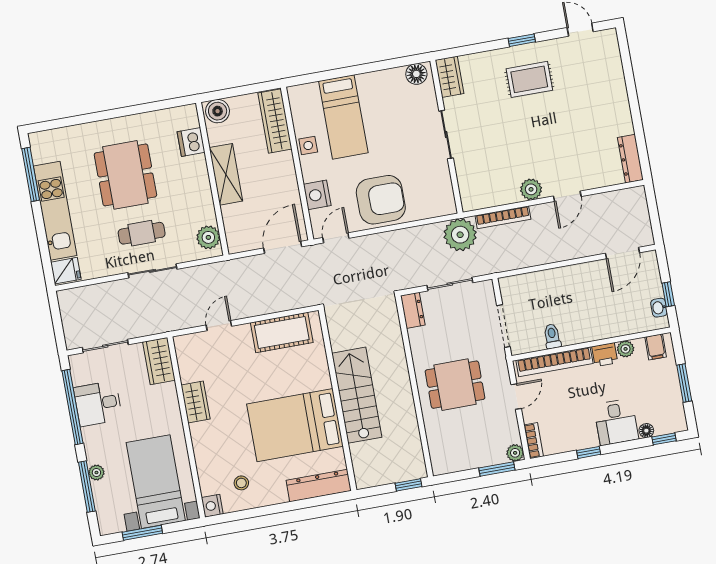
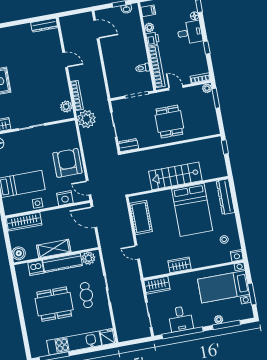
plant: (531, 189) -> (66, 107), moved
kitchen counter: (200, 190) -> (62, 263), added

